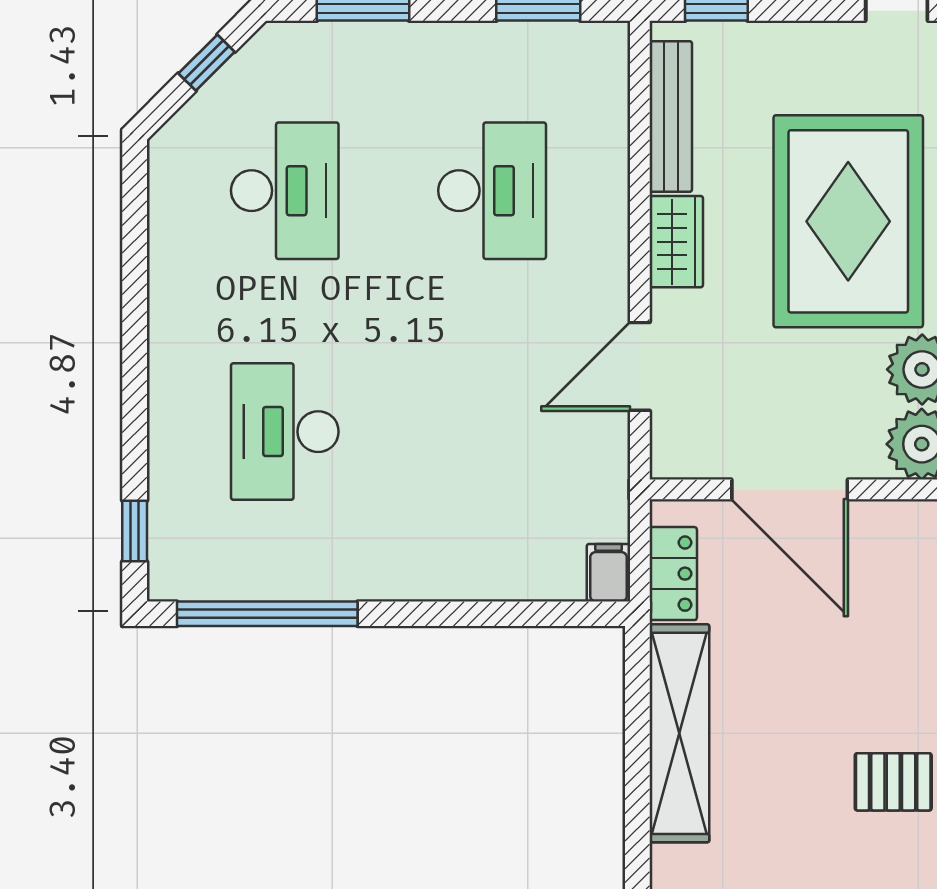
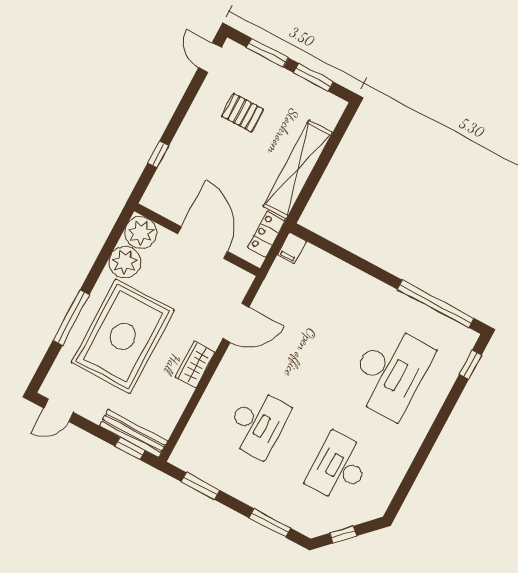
bench: (671, 116) -> (134, 433), moved, turned 90
desk: (492, 191) -> (257, 424), turned 180
desk: (285, 432) -> (390, 372), width x1.36, depth x1.30
pallet: (893, 782) -> (243, 113), moved

